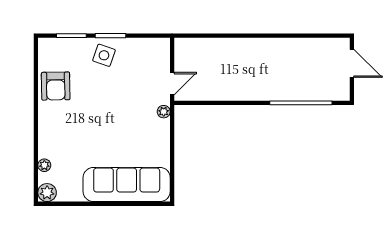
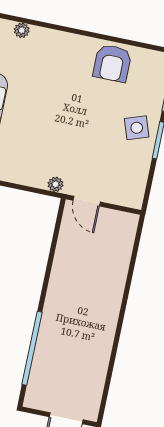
side table: (104, 55) -> (137, 128), turned -38
armchair: (56, 86) -> (112, 63), turned -89

